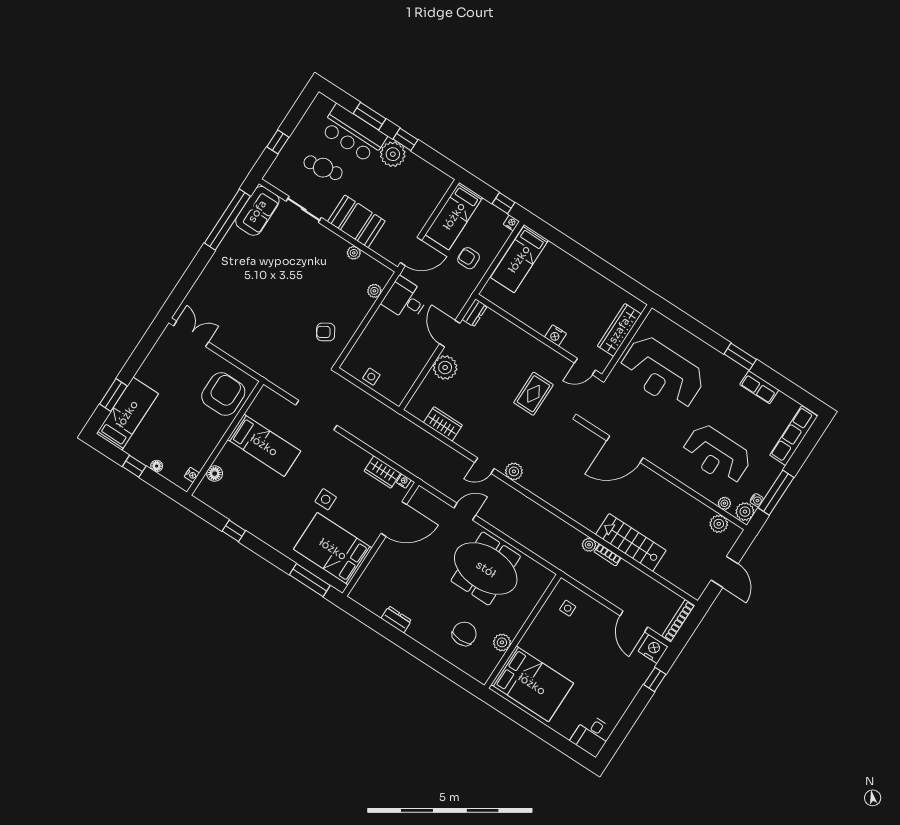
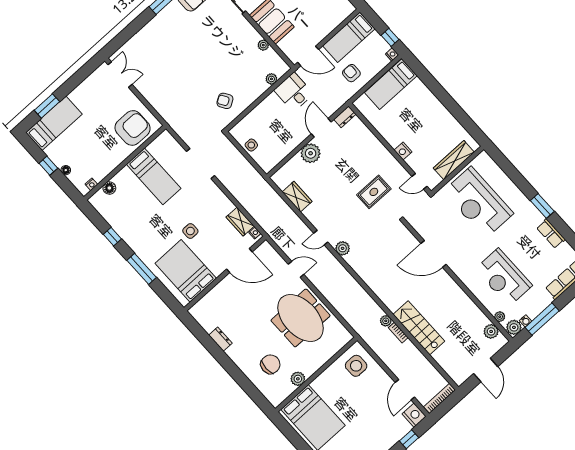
window: (310, 580) -> (142, 269), moved
side table: (568, 608) -> (356, 366), width x1.87, depth x1.87

